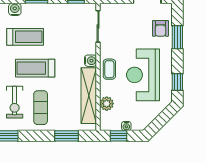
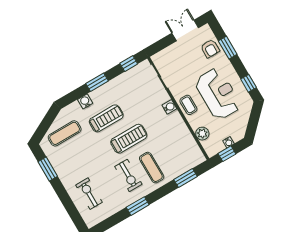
treadmill: (35, 68) -> (129, 139), turned 180
reception desk: (143, 75) -> (218, 94), turned 180
shelving: (89, 96) -> (184, 136), removed

